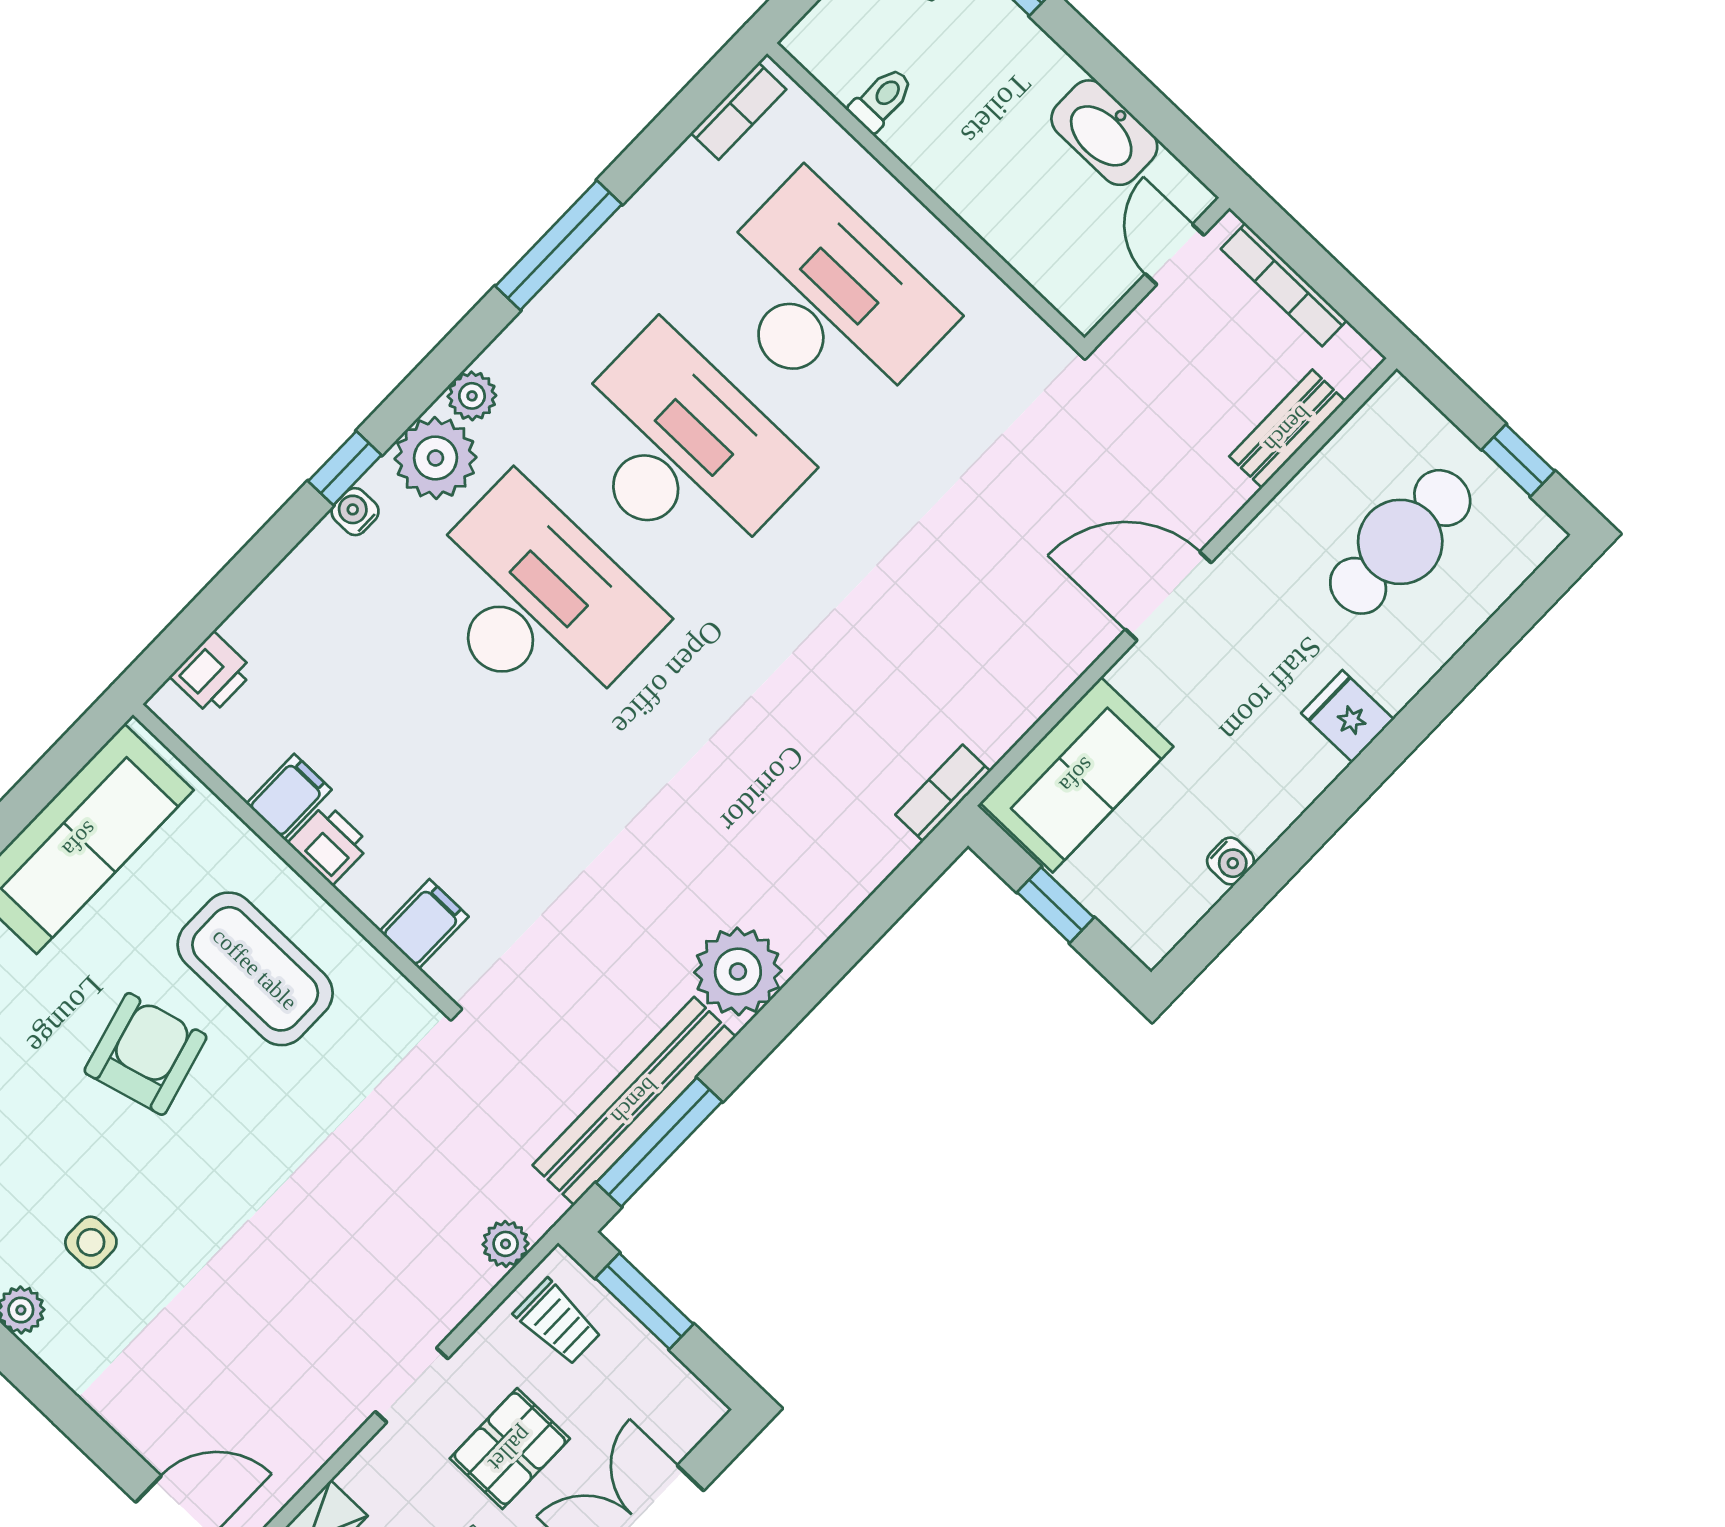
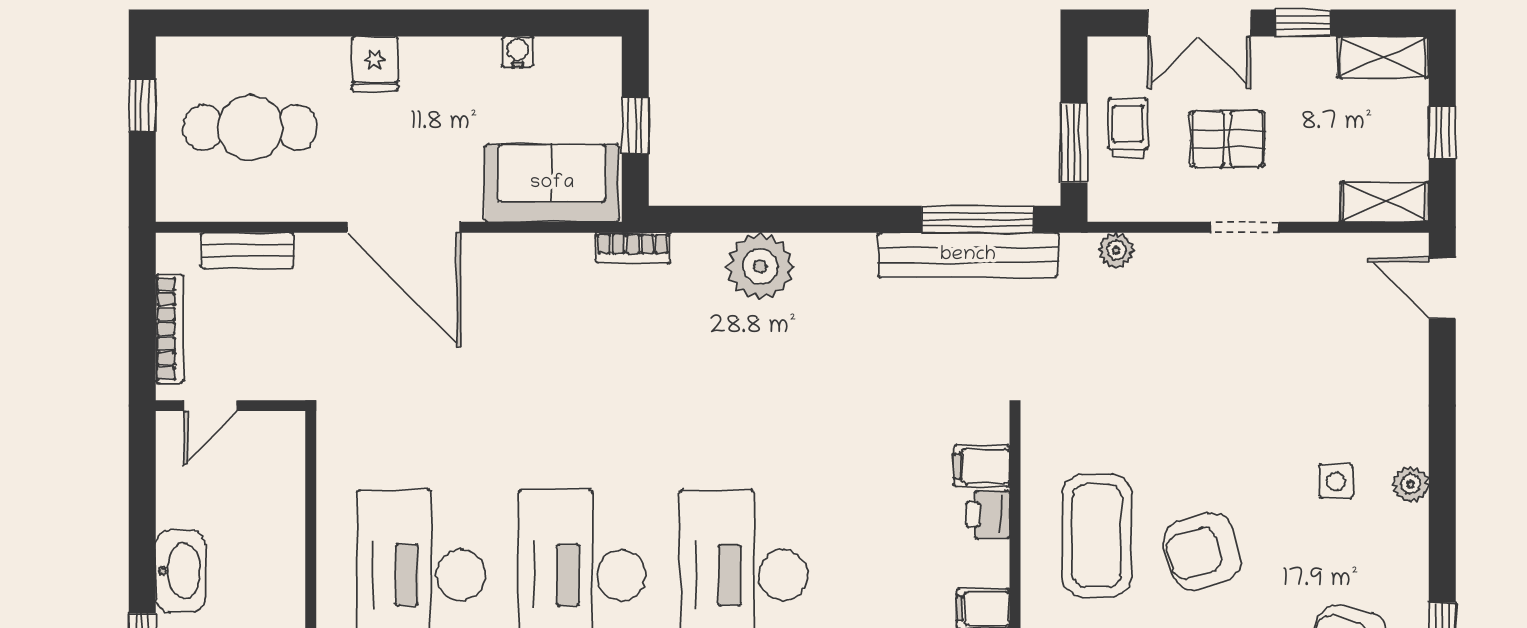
washbasin: (1104, 133) -> (181, 571), moved
door: (1168, 596) -> (404, 227), width x1.36
printer: (329, 844) -> (988, 514), moved
plant: (738, 971) -> (760, 266), moved
trolley: (558, 1322) -> (1128, 128), moved

